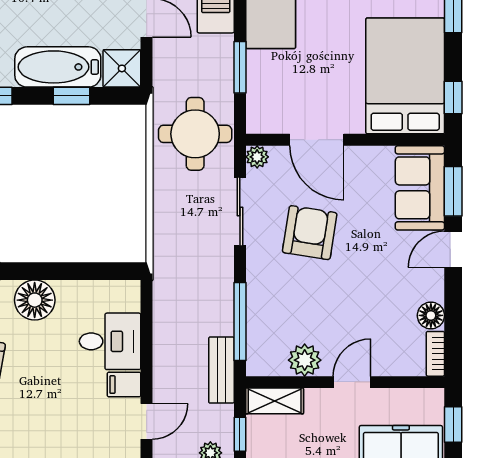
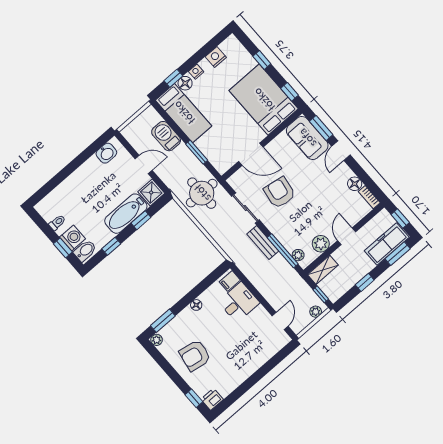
plant: (257, 157) -> (298, 255), moved
floor lamp: (35, 300) -> (196, 305), width x0.53, depth x0.53
bench: (221, 370) -> (263, 243), moved
filing cabinet: (124, 385) -> (230, 281), moved

